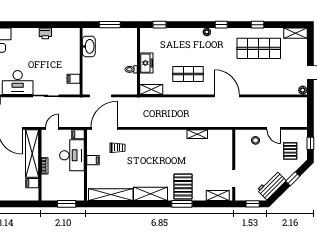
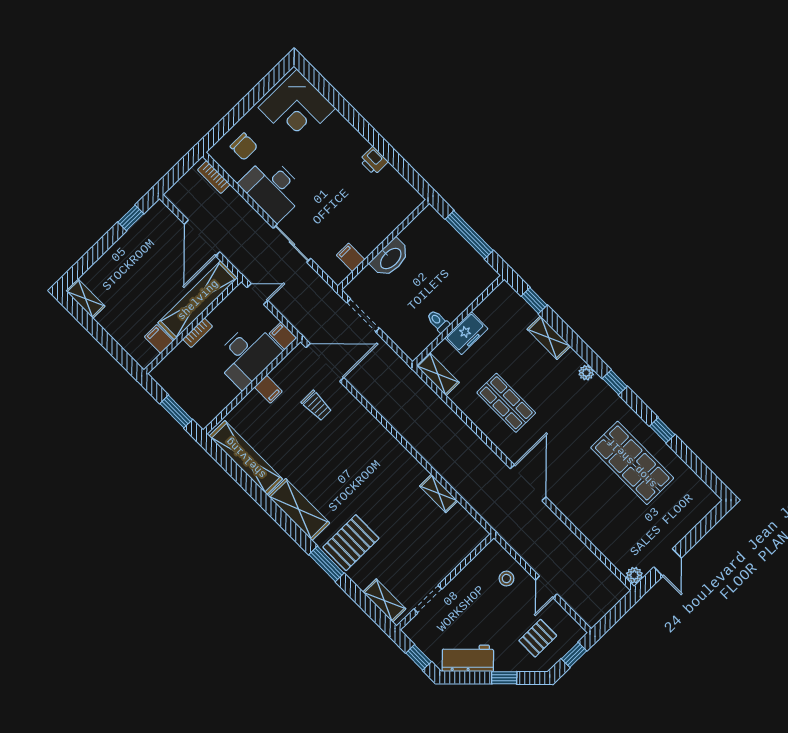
window: (110, 25) -> (469, 235), width x1.44
shelving: (296, 33) -> (549, 338), moved
washbasin: (89, 46) -> (390, 258), moved

